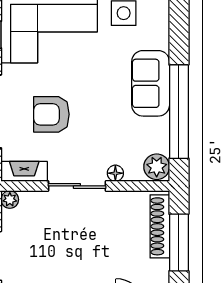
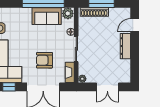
sofa: (151, 83) -> (47, 16), moved
armchair: (51, 114) -> (44, 60), turned 90

